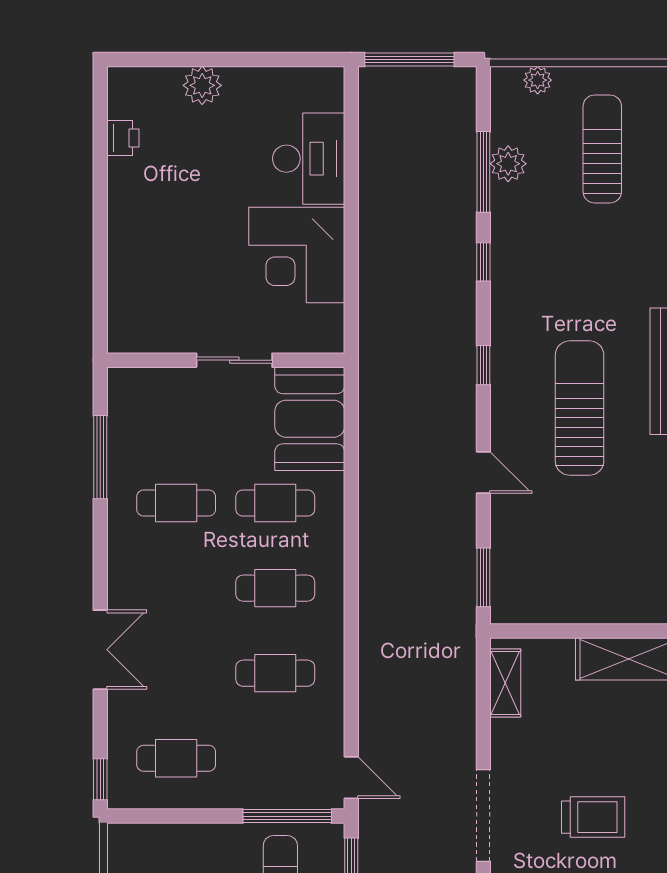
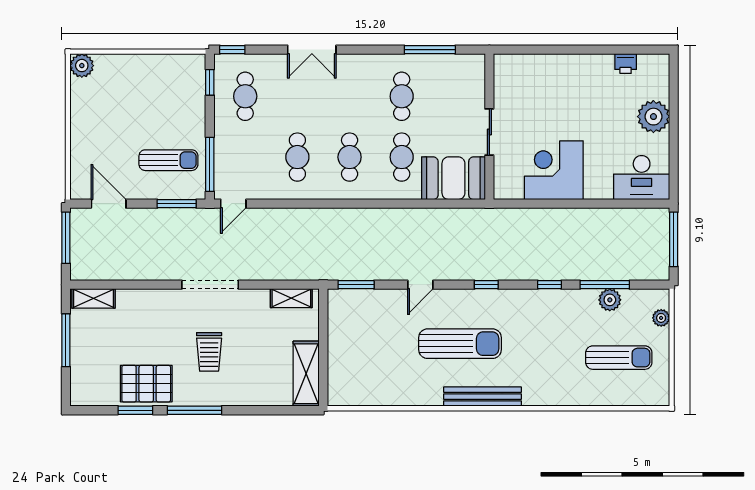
plant: (202, 85) -> (653, 117), width x1.36, depth x1.36
desk: (309, 159) -> (642, 178), moved
window: (154, 816) -> (210, 82), added

